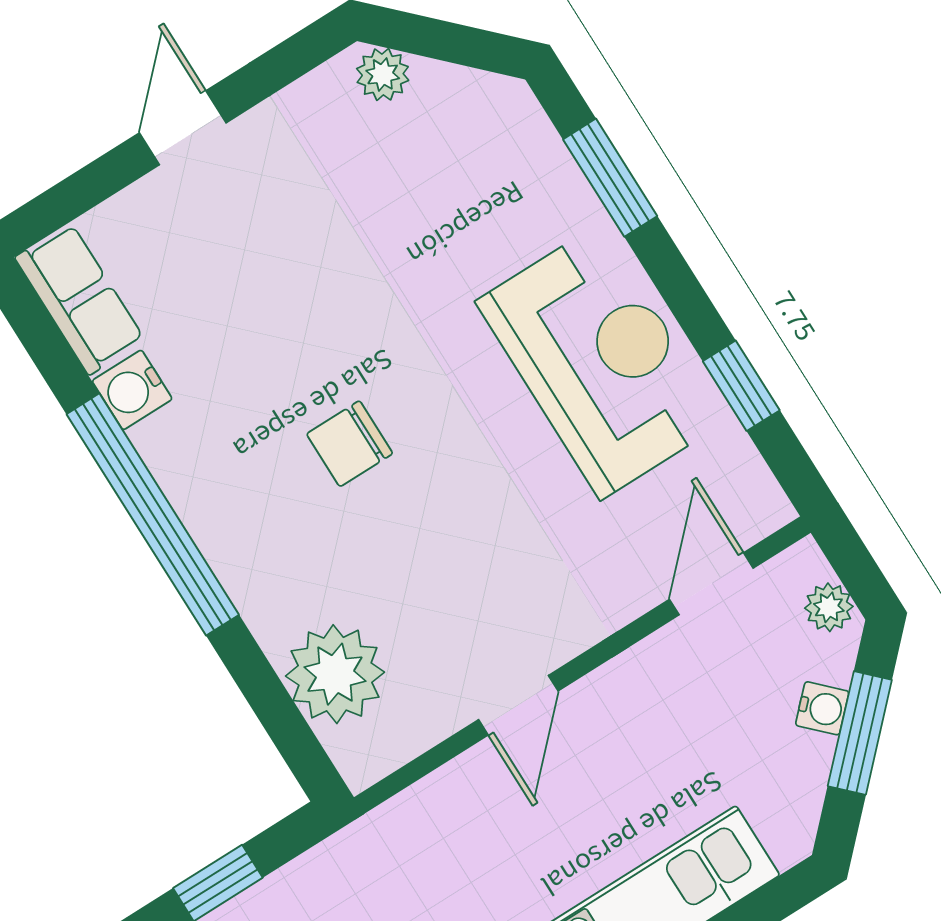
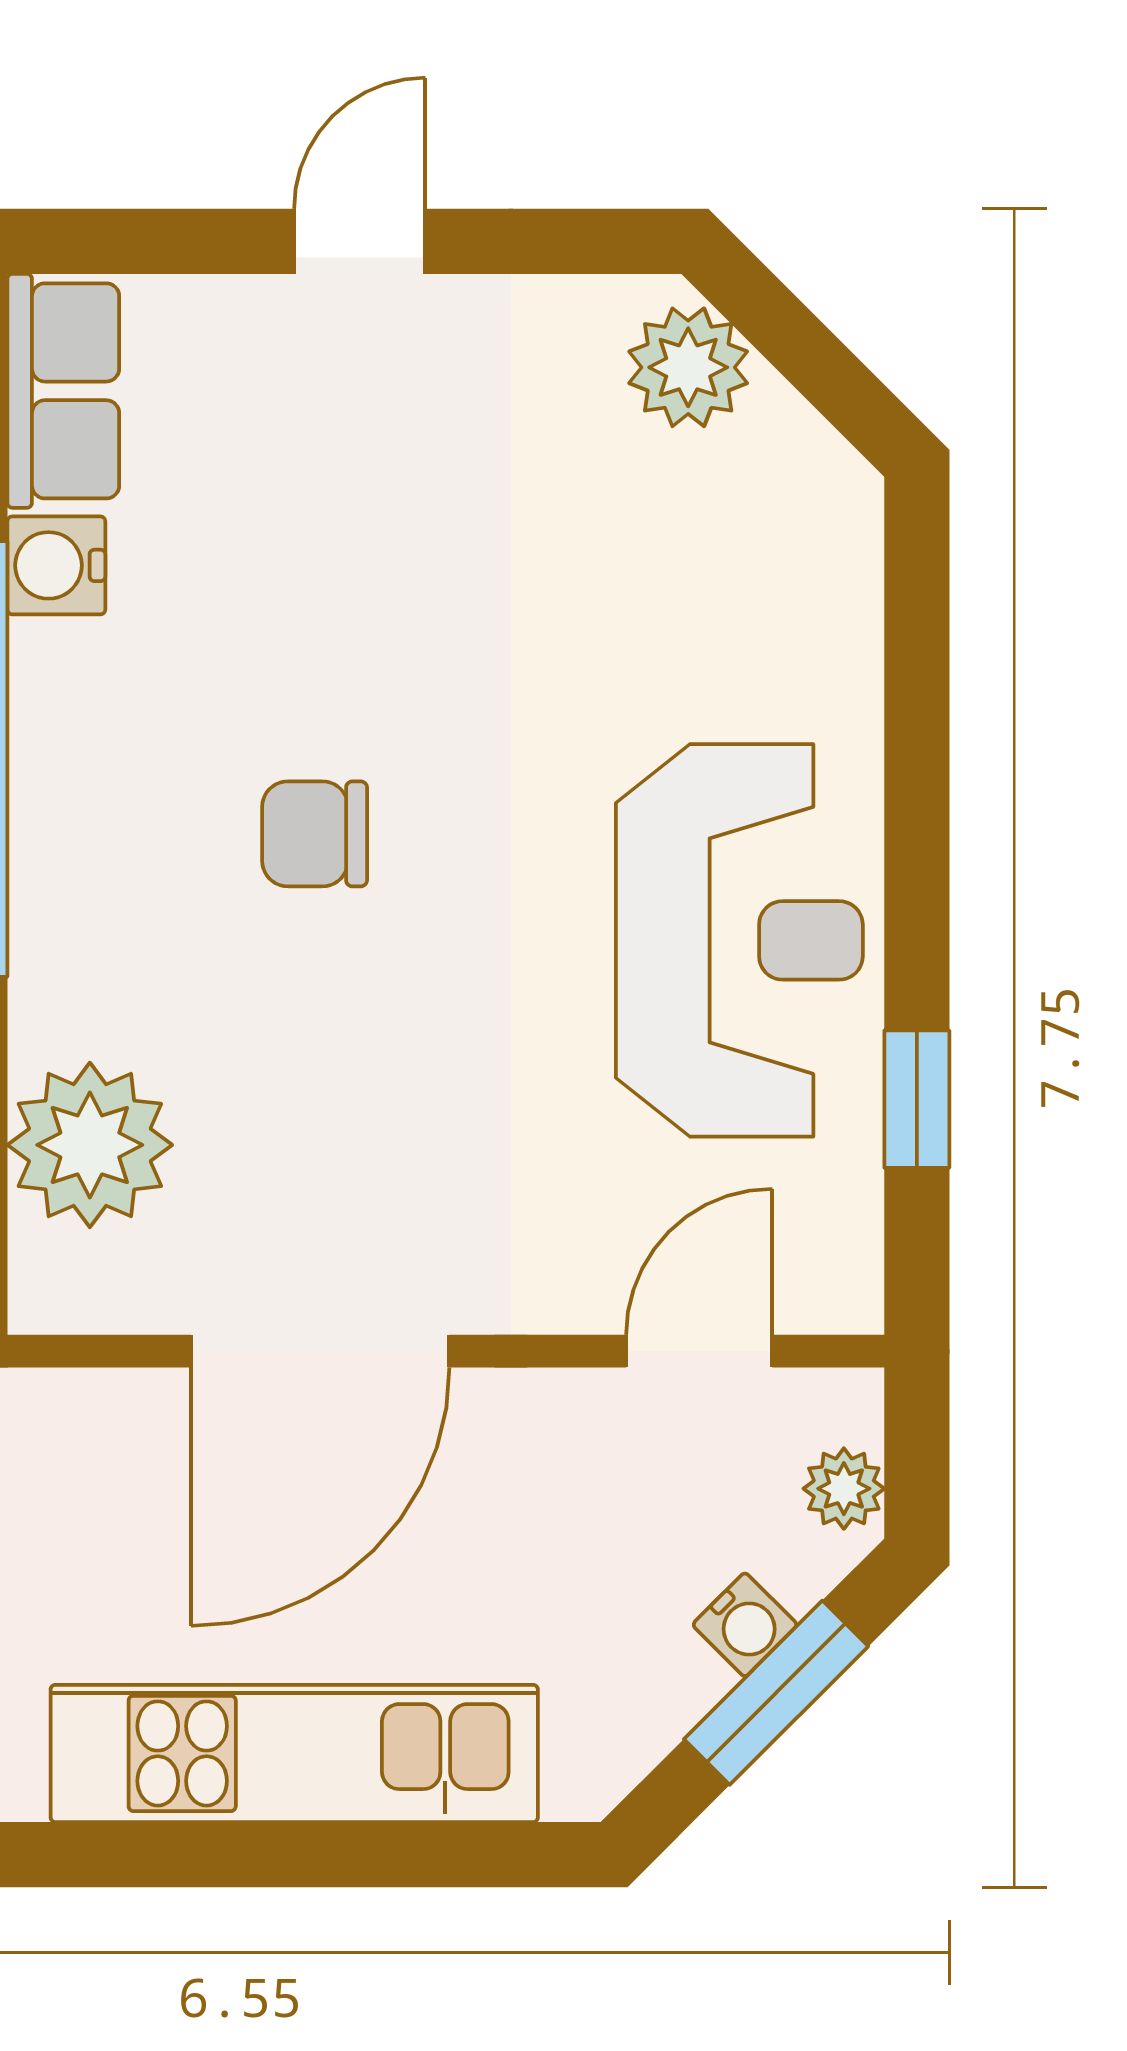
plant: (383, 74) -> (688, 367), width x1.38, depth x1.38
window: (610, 178) -> (917, 690), removed
door: (518, 705) -> (320, 1351), width x1.88

